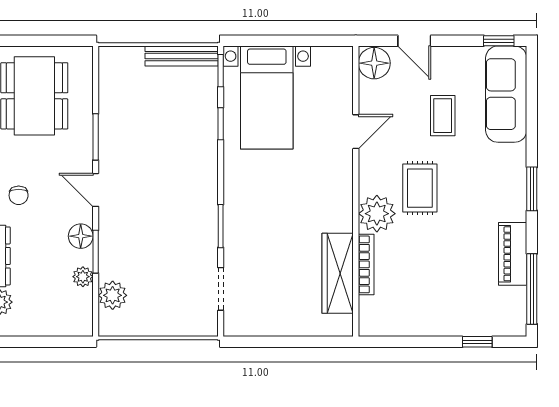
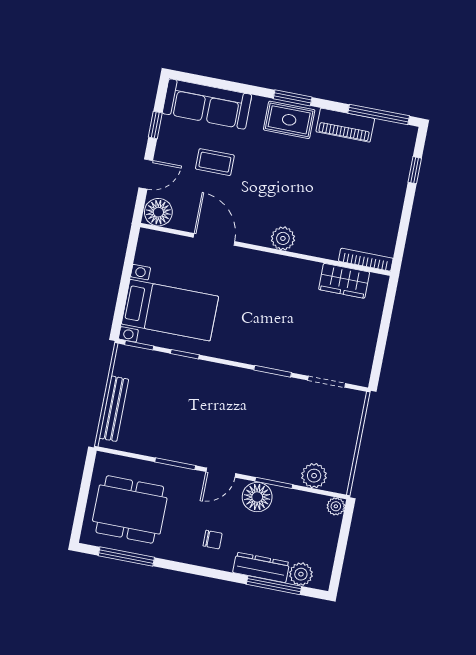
window: (499, 41) -> (155, 125), moved
bench: (182, 56) -> (114, 409), moved
door: (356, 132) -> (214, 239), width x1.38
rug: (420, 188) -> (289, 120), moved
plant: (377, 214) -> (283, 238), width x0.73, depth x0.73
floor lamp: (81, 236) -> (257, 497), width x1.38, depth x1.38
bookcase: (366, 264) -> (366, 260), moved
wardrobe: (338, 273) -> (344, 281), width x0.67
plant: (83, 277) -> (336, 506), moved

